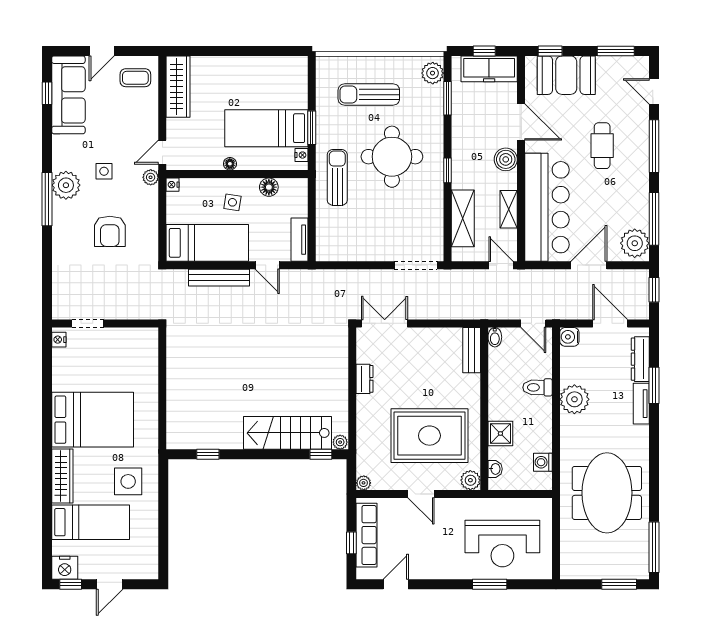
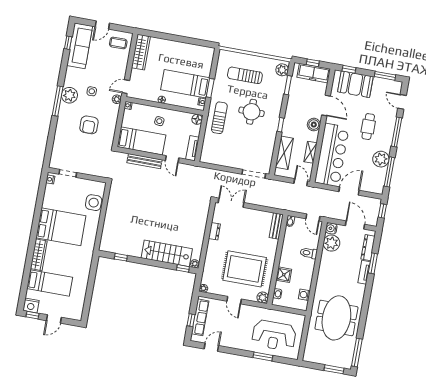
round table: (392, 157) -> (251, 112), width x0.73, depth x0.73
floor lamp: (269, 187) -> (197, 119), moved
plant: (635, 243) -> (381, 159), moved
plant: (574, 399) -> (332, 243), moved
side table: (128, 481) -> (94, 203), moved

